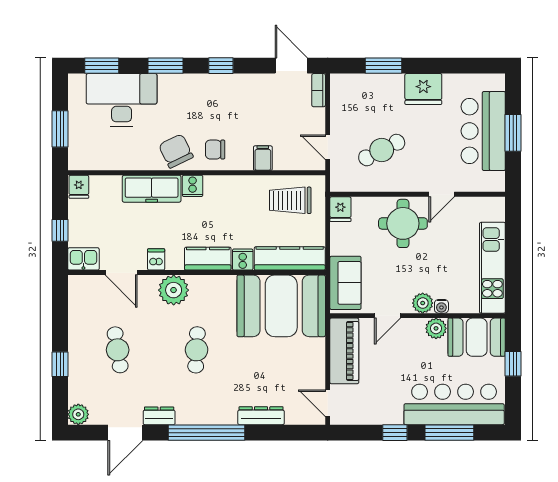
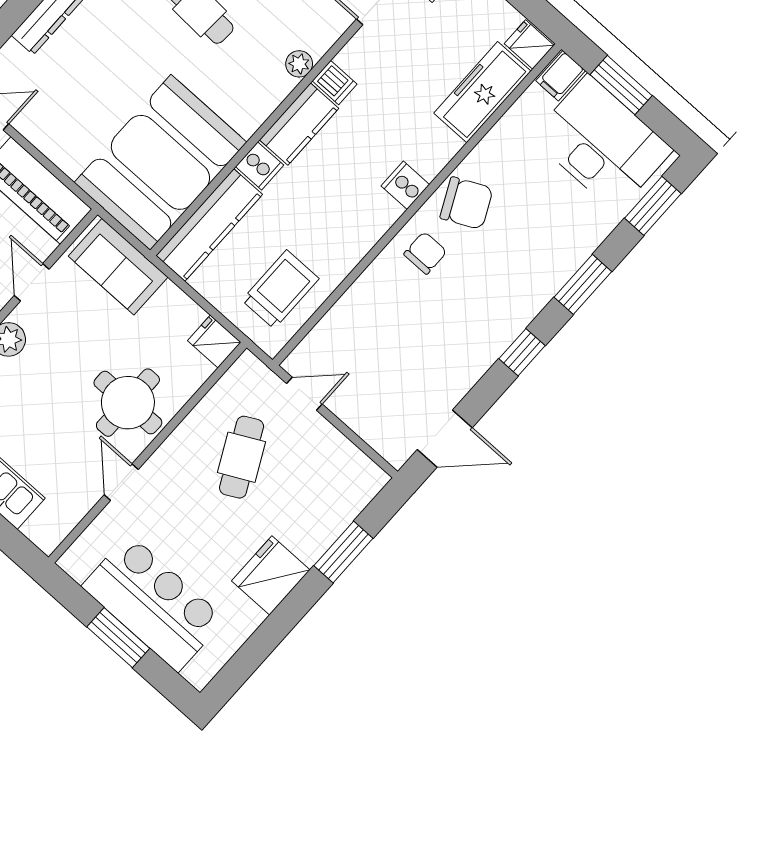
bookcase: (319, 90) -> (384, 445), removed
desk: (122, 100) -> (602, 144), moved, turned -90
filing cabinet: (263, 158) -> (561, 76), moved, turned 90
freezer: (152, 189) -> (482, 92), moved
dishwasher: (156, 259) -> (335, 83), moved
plant: (174, 290) -> (299, 64), width x0.53, depth x0.53

